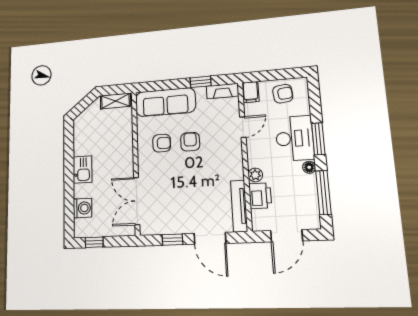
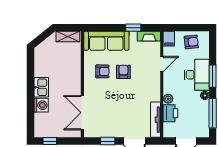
washing machine: (83, 208) -> (41, 105), moved

